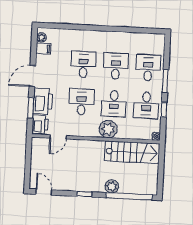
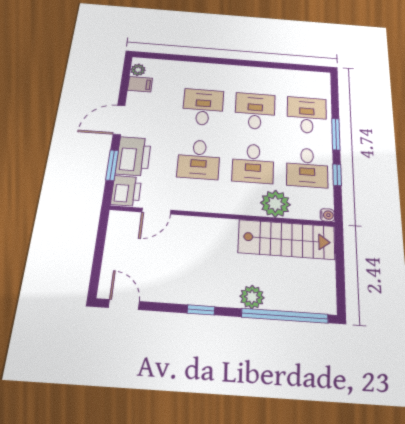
desk: (81, 102) -> (199, 159), turned 180
plant: (108, 129) -> (275, 204), moved

